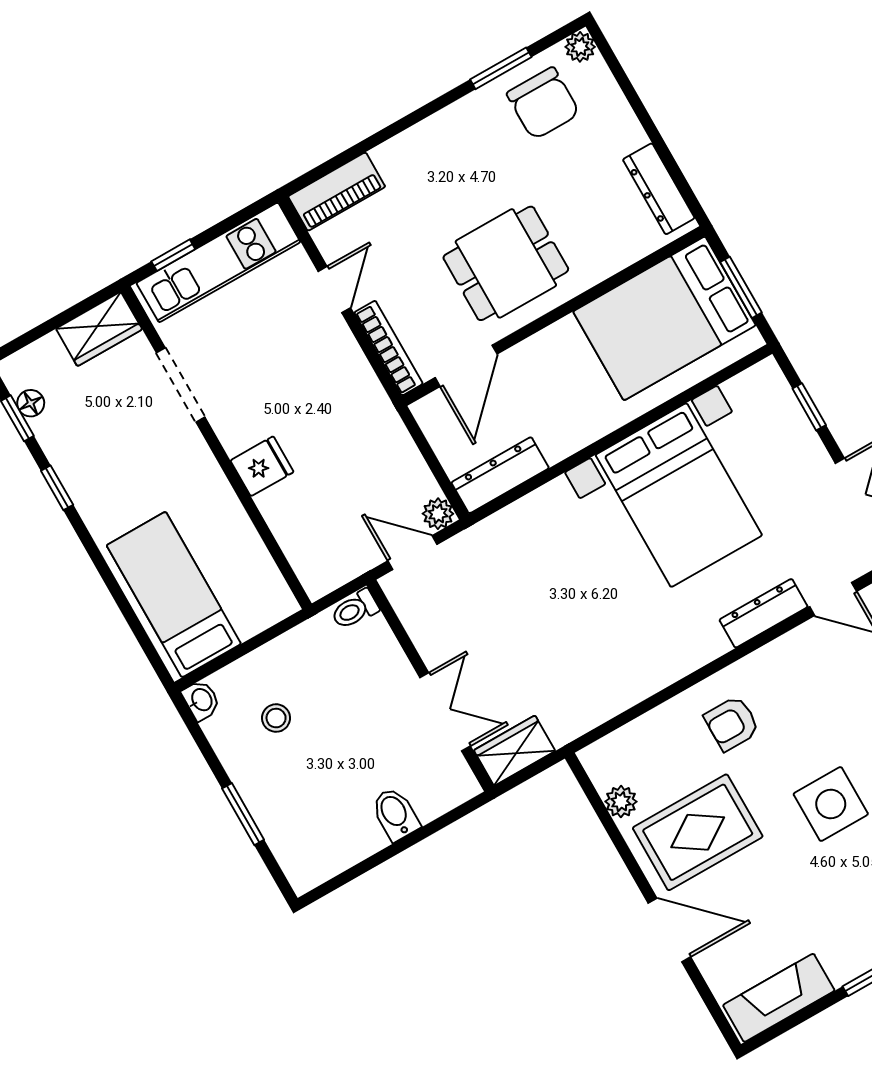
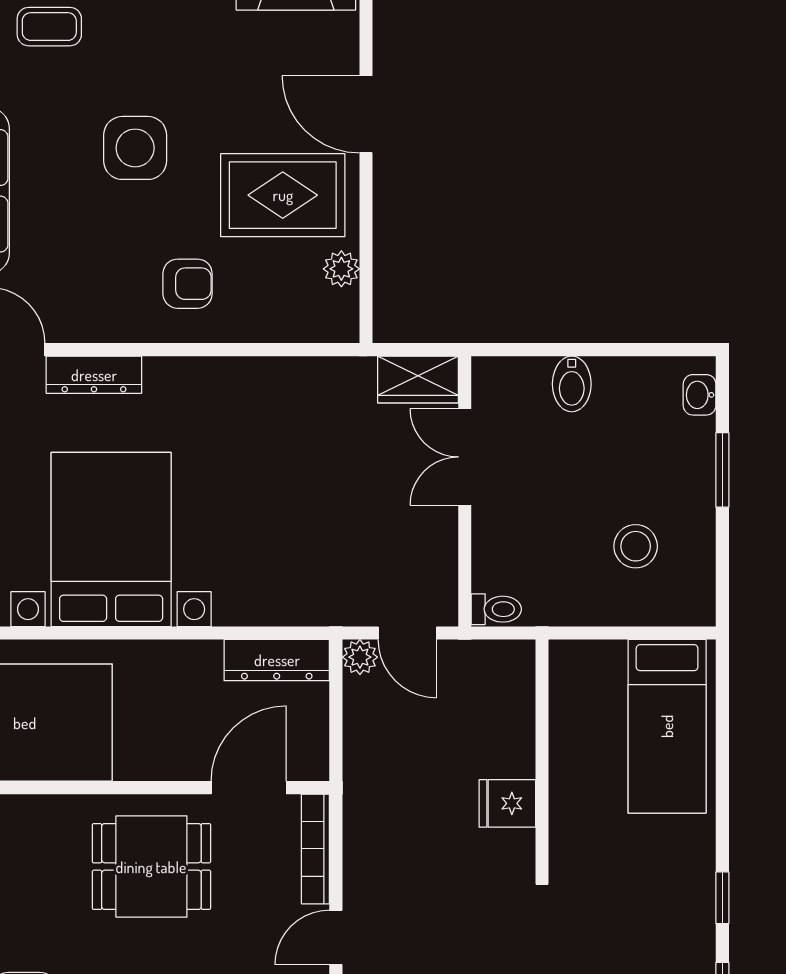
washbasin: (201, 700) -> (700, 395), moved
stool: (276, 718) -> (636, 546), width x1.37, depth x1.37

